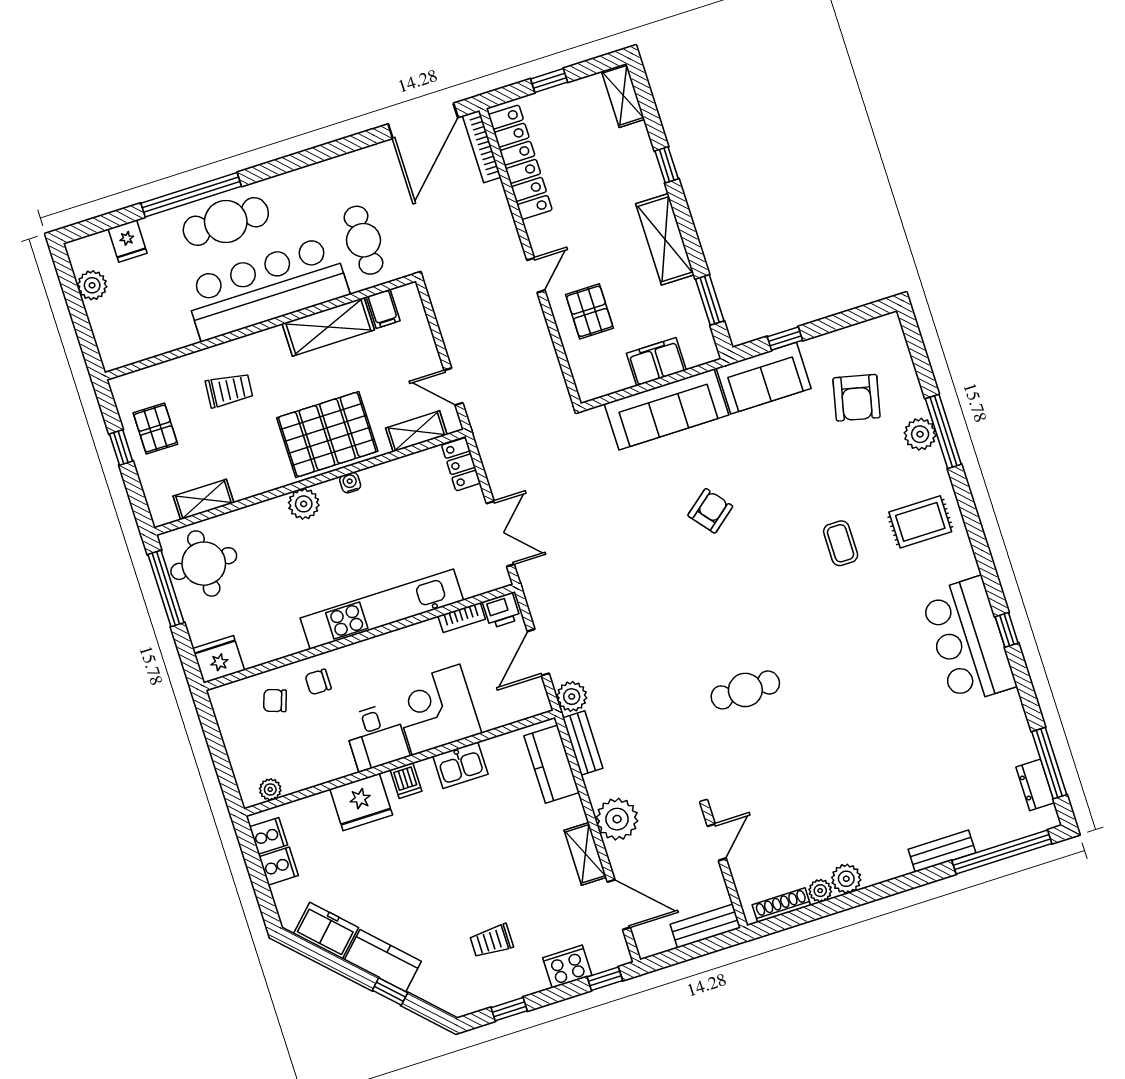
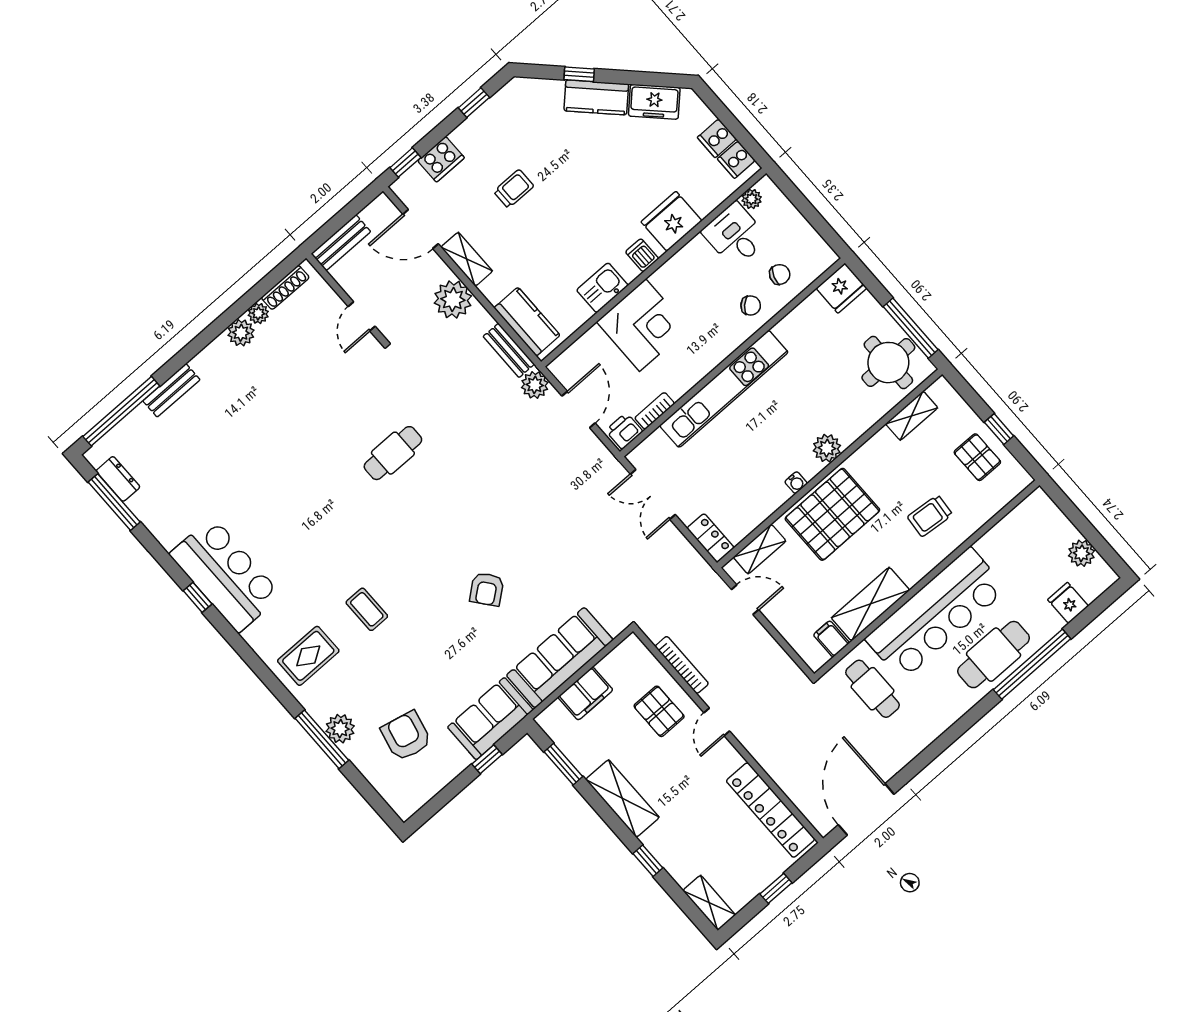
bookcase: (482, 146) -> (682, 665), moved
chair: (318, 682) -> (751, 305), turned 45
desk: (376, 737) -> (735, 235), moved
trolley: (492, 941) -> (514, 189), moved

